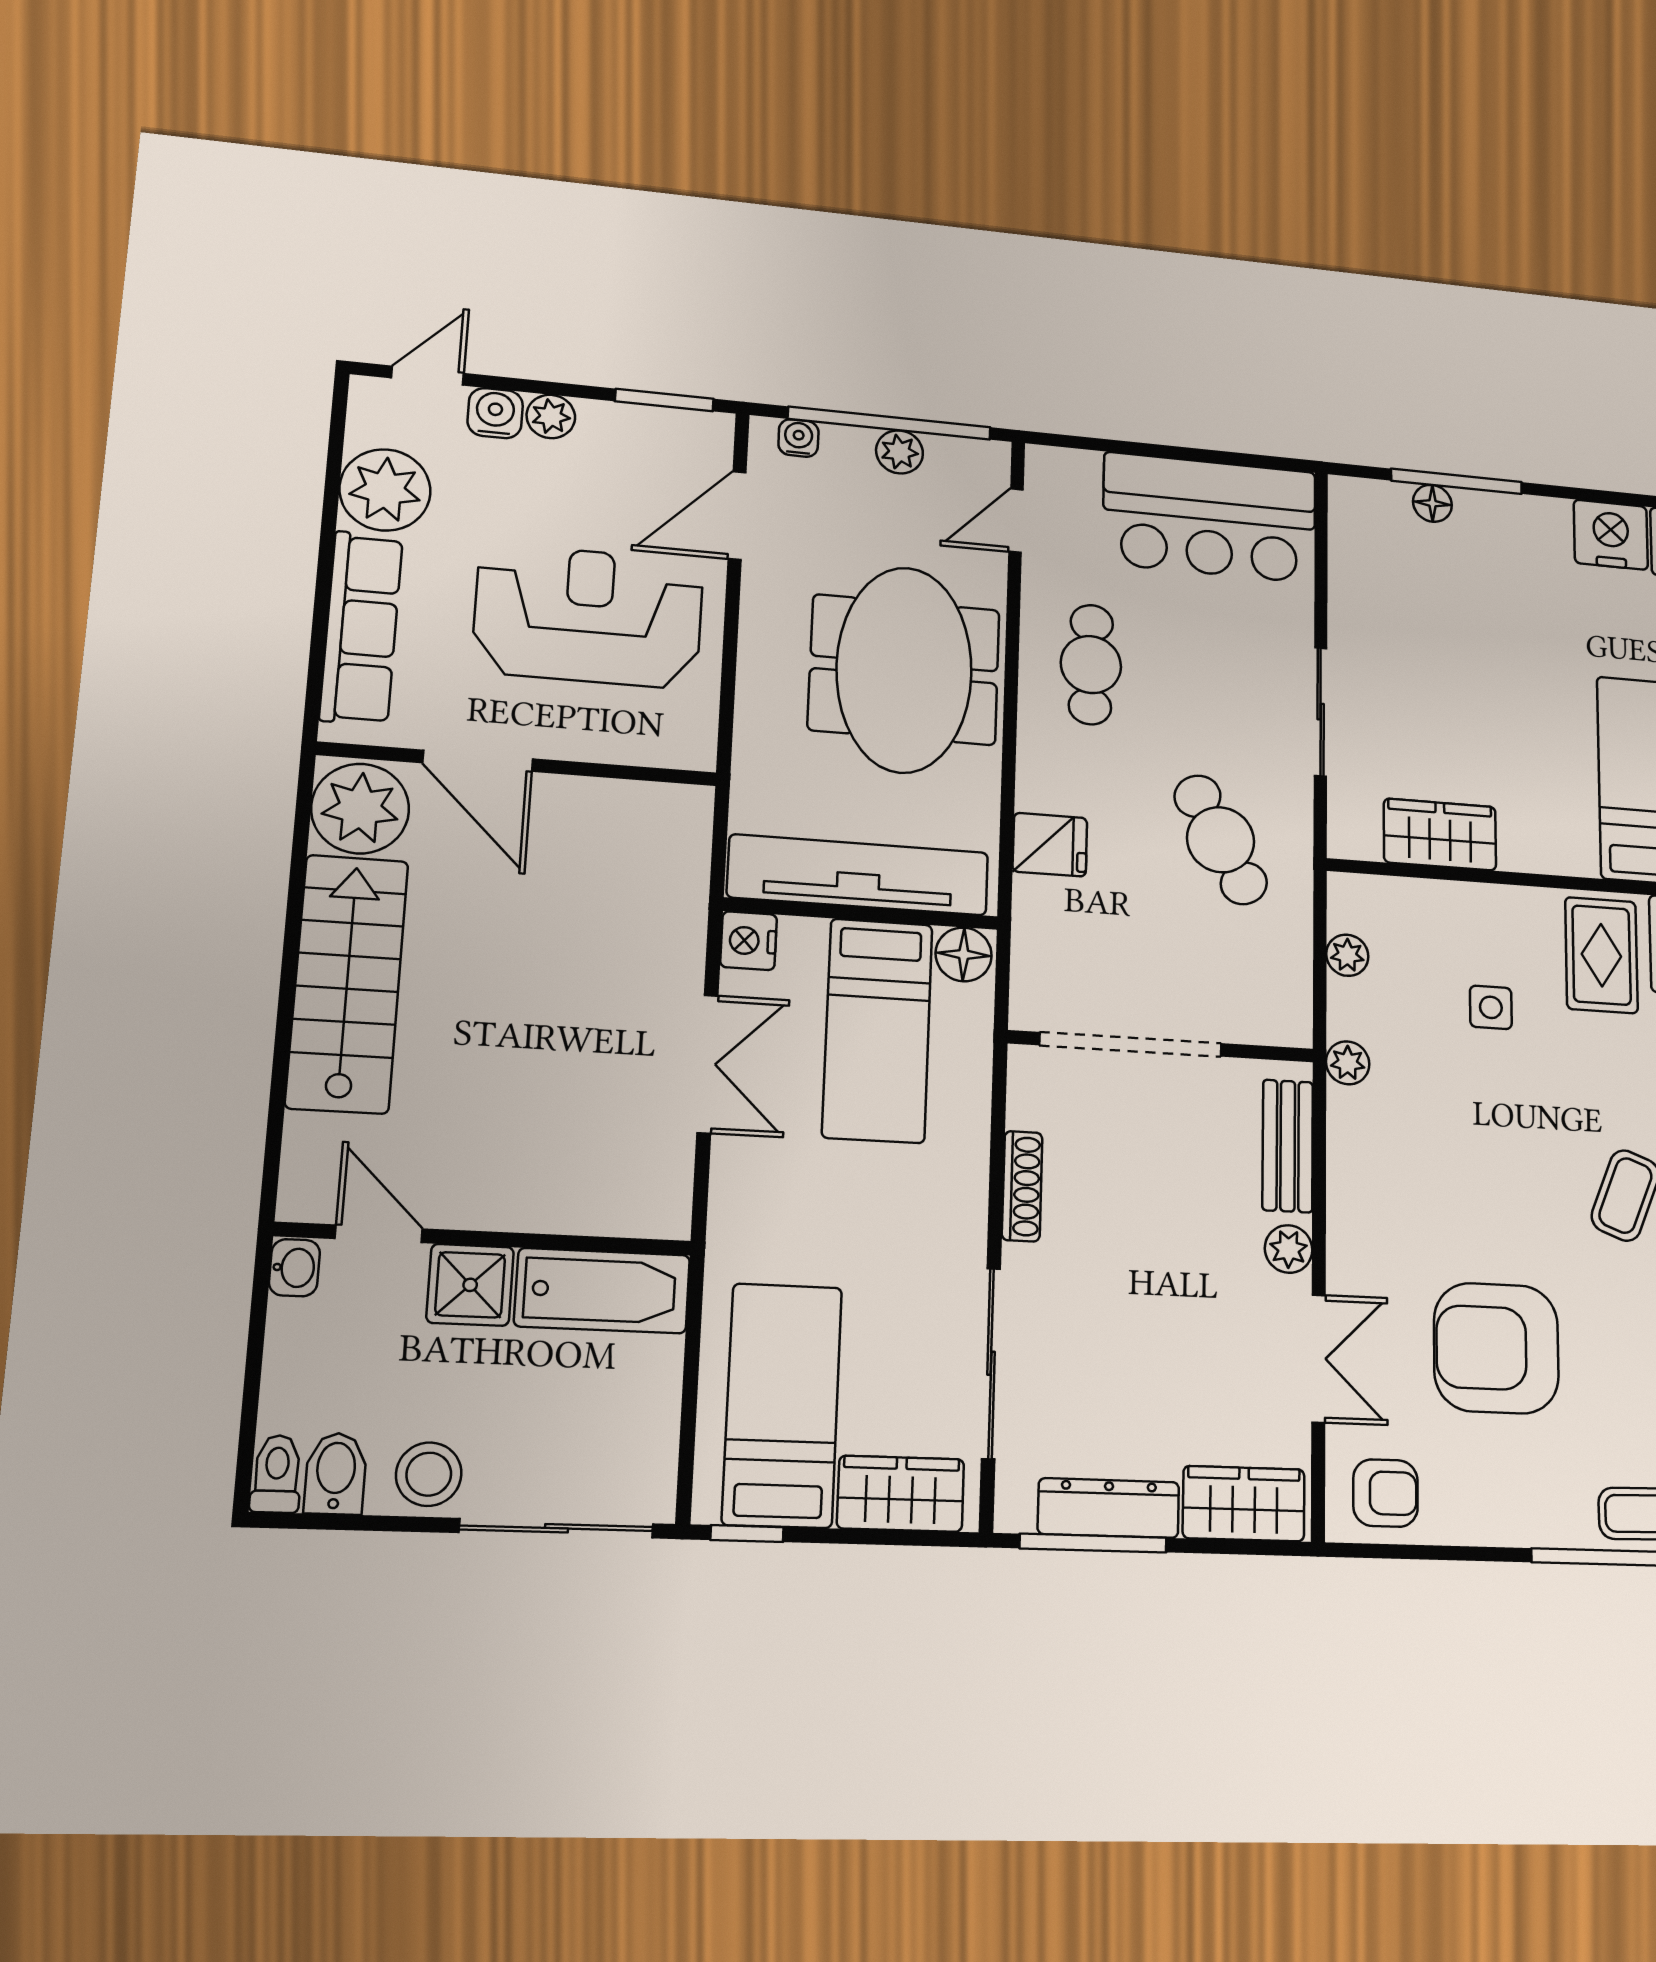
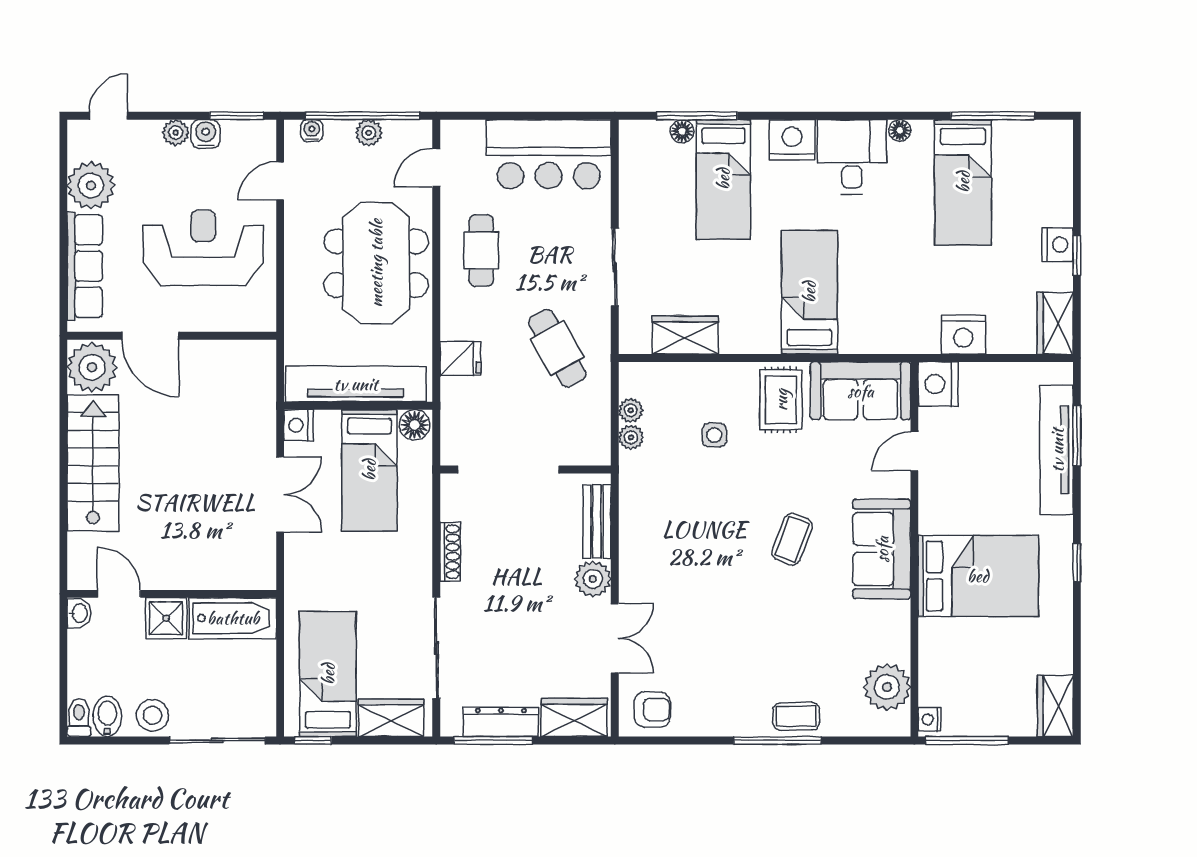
water cooler: (495, 413) -> (206, 134), moved
door: (737, 516) -> (280, 181), width x0.73
bed: (1501, 586) -> (723, 179), added
plant: (1348, 1063) -> (631, 437), moved
plant: (1289, 1249) -> (593, 579), width x1.38, depth x1.38
armchair: (1496, 1348) -> (715, 629), removed

